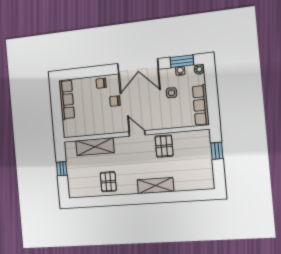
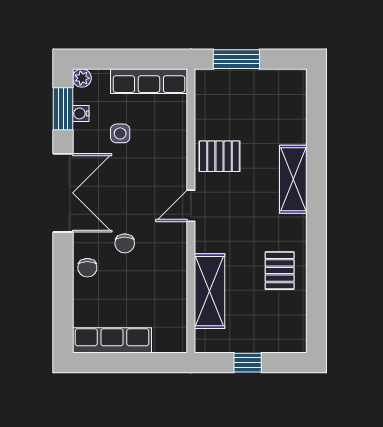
window: (217, 151) -> (236, 59), width x1.50
pallet: (108, 182) -> (280, 271), turned 90

